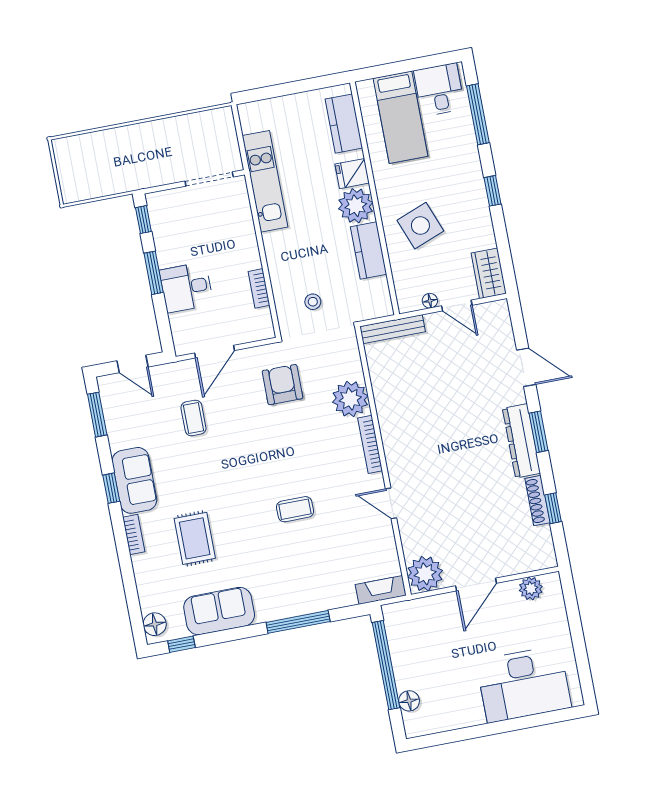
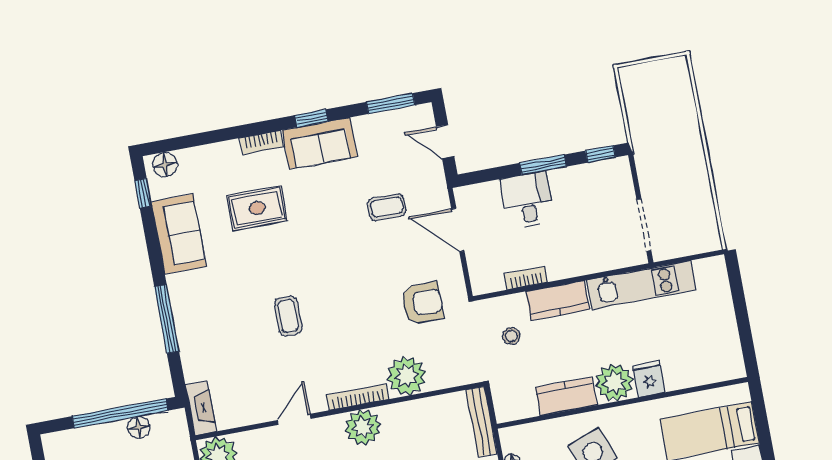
kitchen counter: (344, 124) -> (558, 301), moved, turned 180
door: (132, 364) -> (445, 142), hinge flipped
plant: (398, 439) -> (363, 427), added
floor lamp: (409, 701) -> (139, 427), moved

